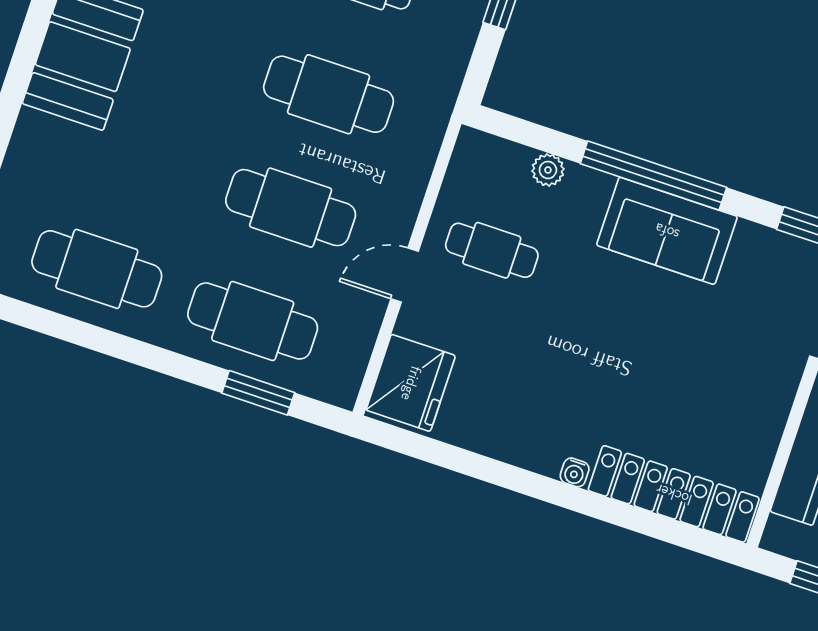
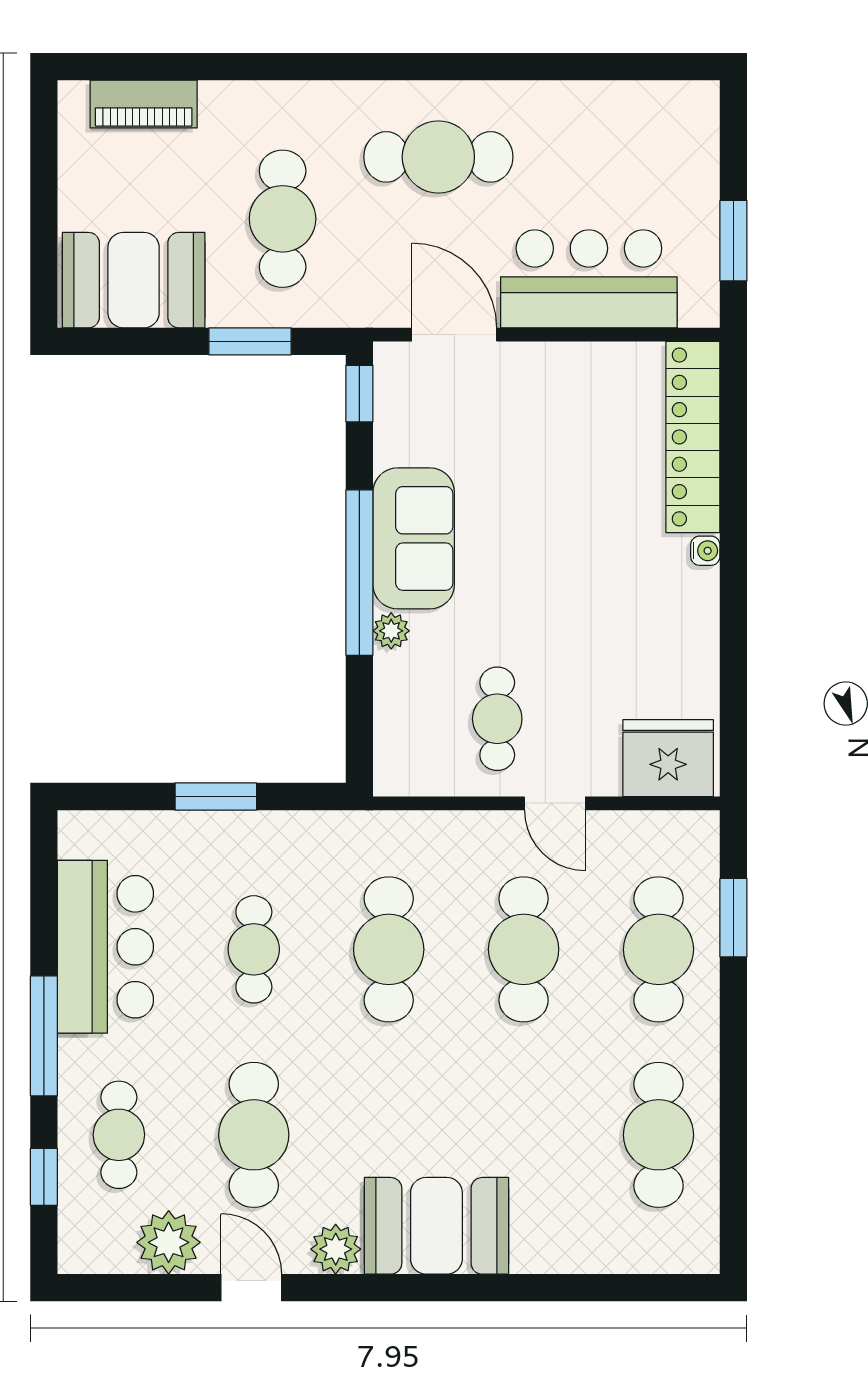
plant: (548, 170) -> (391, 631), moved

